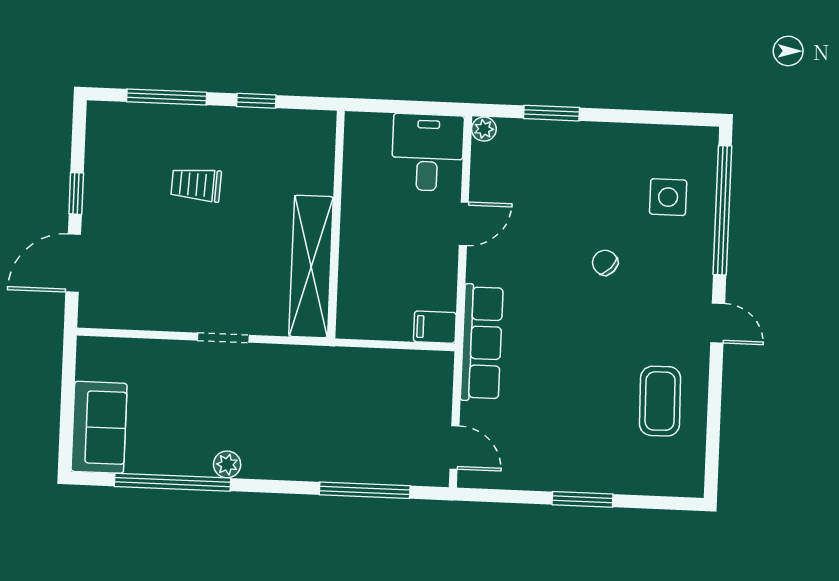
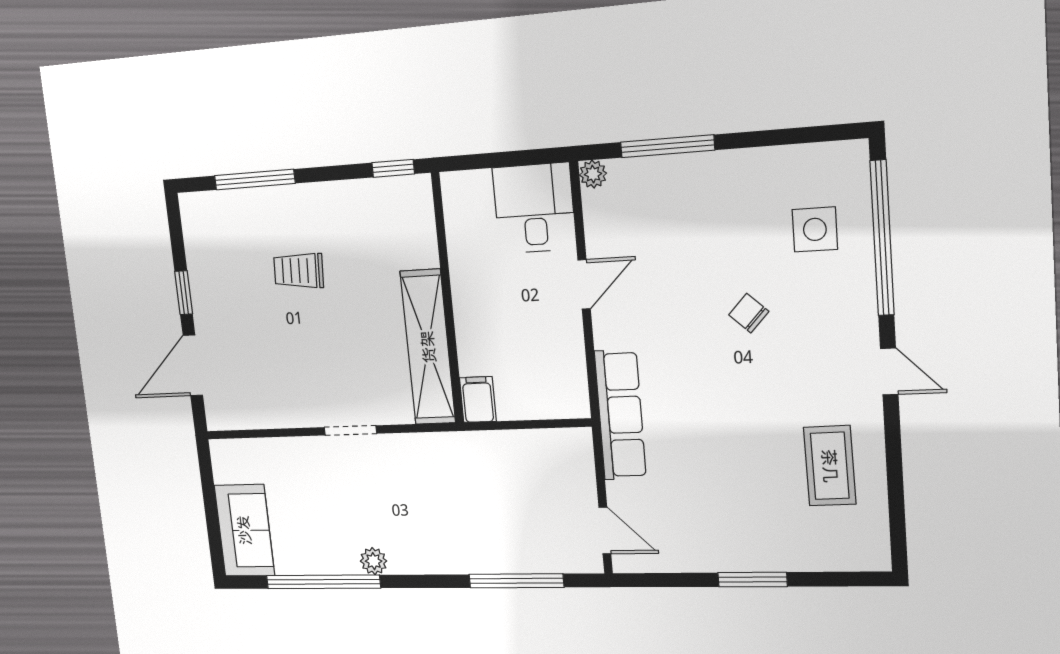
window: (256, 101) -> (393, 168), moved
window: (552, 113) -> (667, 146), width x1.44
filing cabinet: (435, 327) -> (478, 400), moved, turned 90

